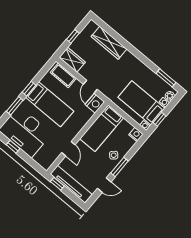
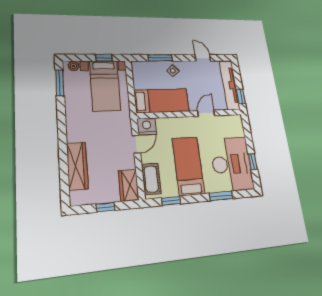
window: (29, 89) -> (171, 201), moved
nightstand: (136, 134) -> (137, 67), removed
window: (119, 167) -> (160, 58), moved

